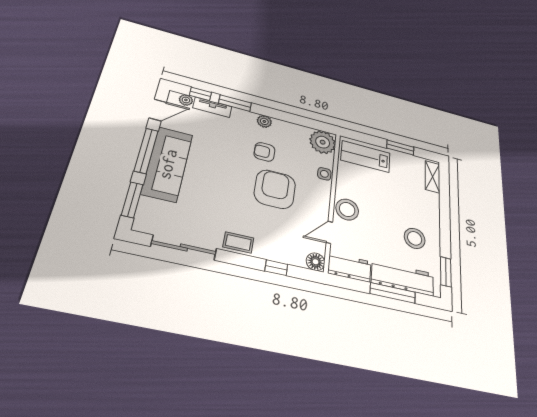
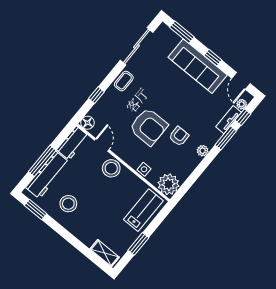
window: (146, 151) -> (213, 58), width x0.46

